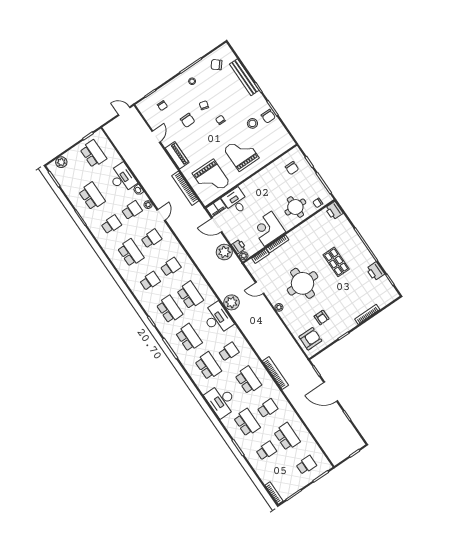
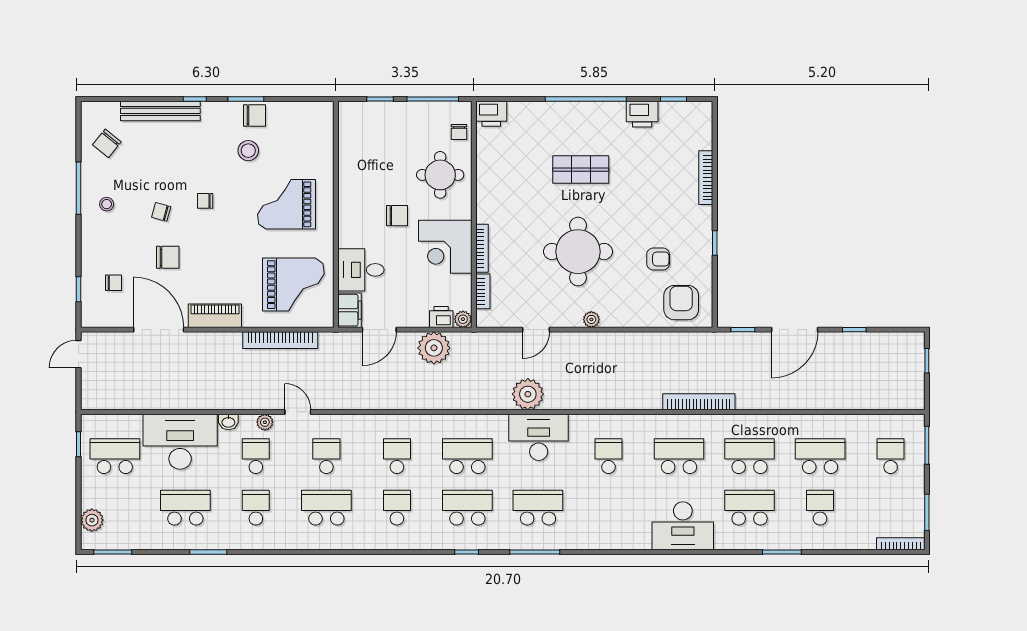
door: (156, 137) -> (159, 330), width x1.88
chair: (292, 168) -> (397, 216), moved
desk: (122, 178) -> (180, 442), width x1.36, depth x1.30
school desk: (208, 366) -> (608, 508), removed
school desk: (268, 408) -> (750, 456), width x1.85

